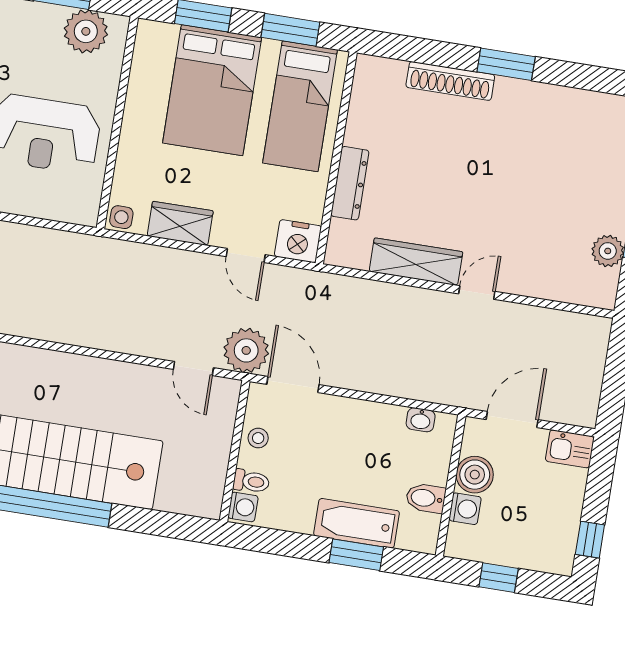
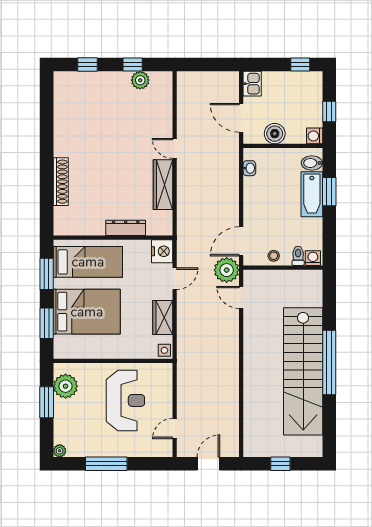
window: (506, 64) -> (47, 153), removed
door: (193, 369) -> (241, 297), swing flipped
bidet: (426, 498) -> (312, 163), moved, turned 90
washing machine: (465, 509) -> (315, 136), moved, turned -90

